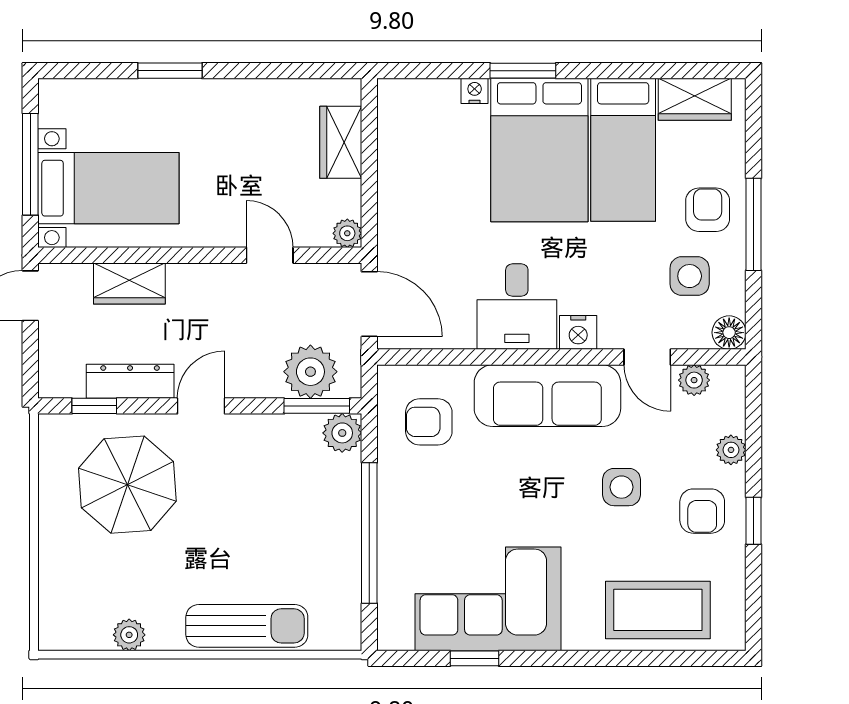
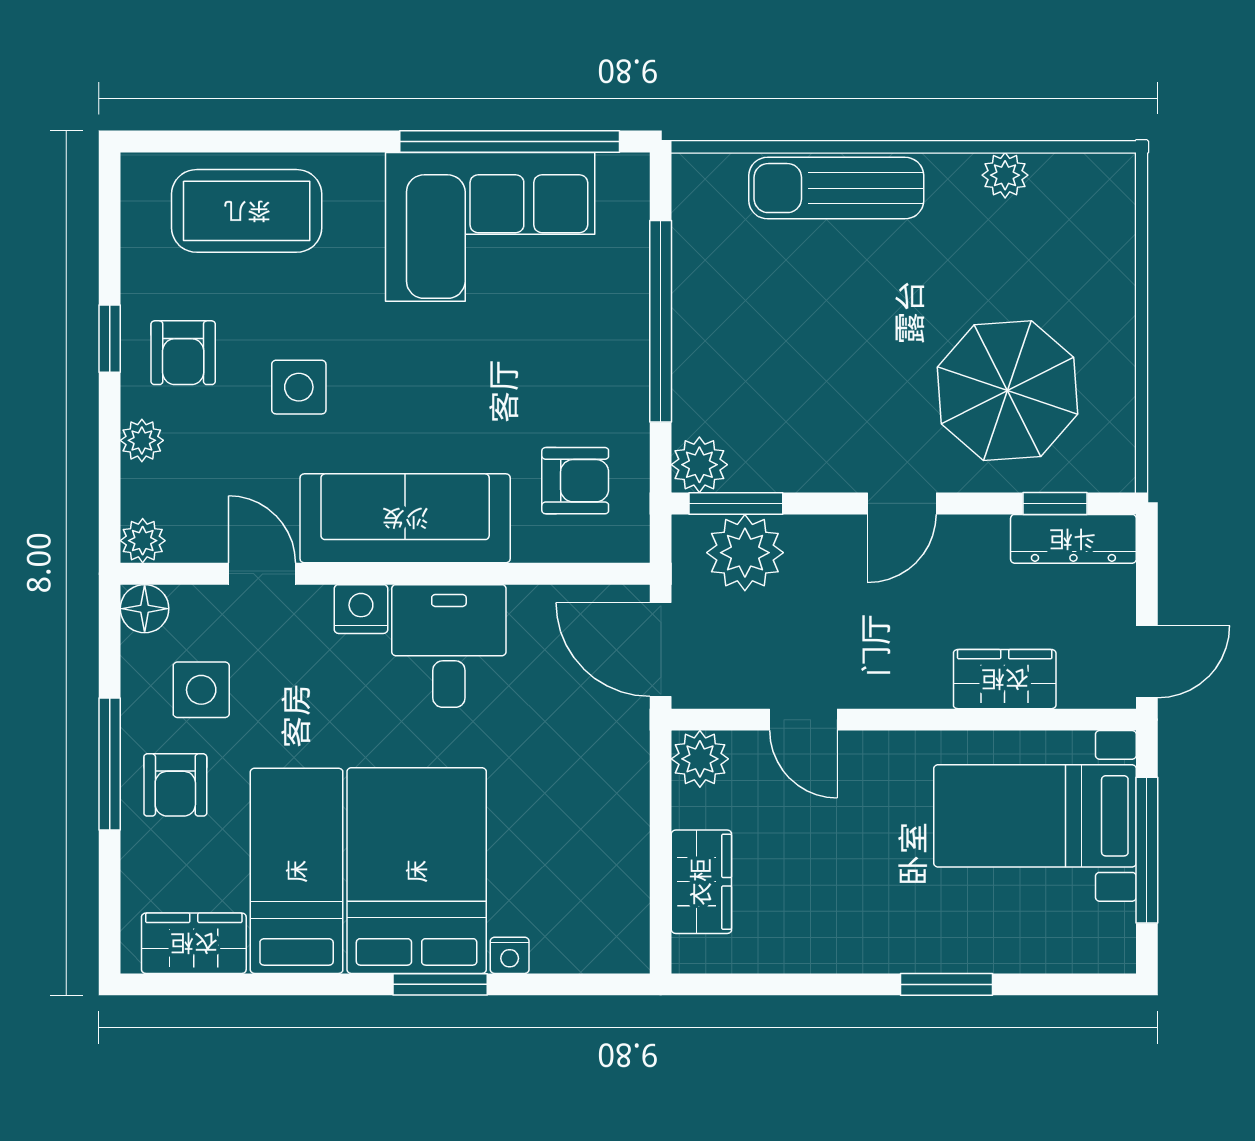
plant: (347, 233) -> (700, 759), width x1.38, depth x1.38
plant: (694, 380) -> (143, 541), moved
dresser: (130, 381) -> (1073, 539), moved
armchair: (702, 511) -> (183, 353), turned 180
window: (474, 658) -> (510, 141), width x3.17

